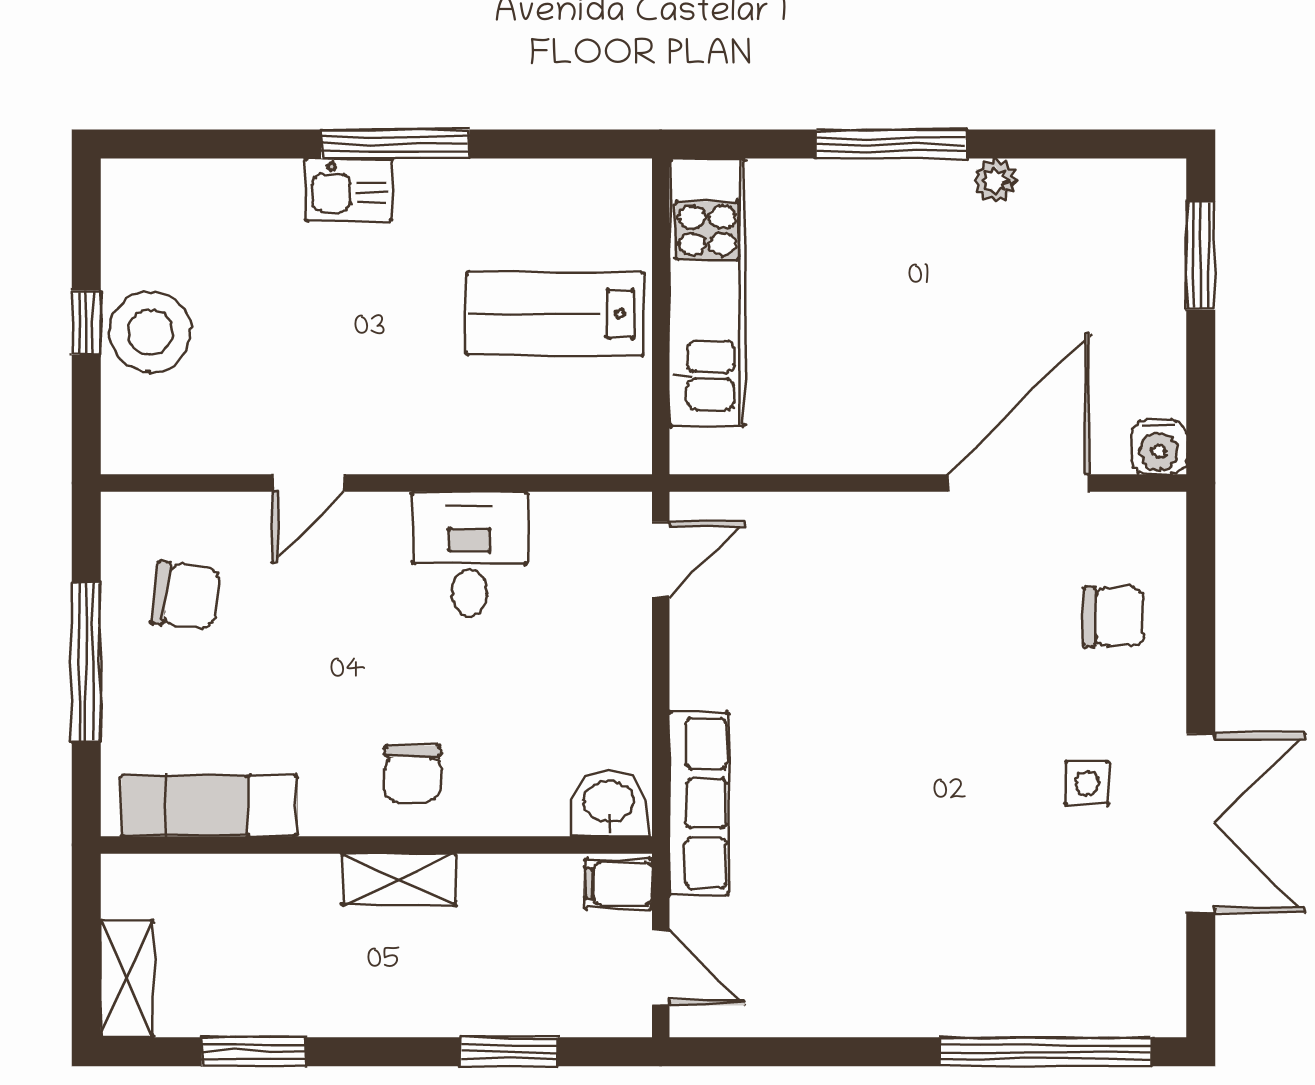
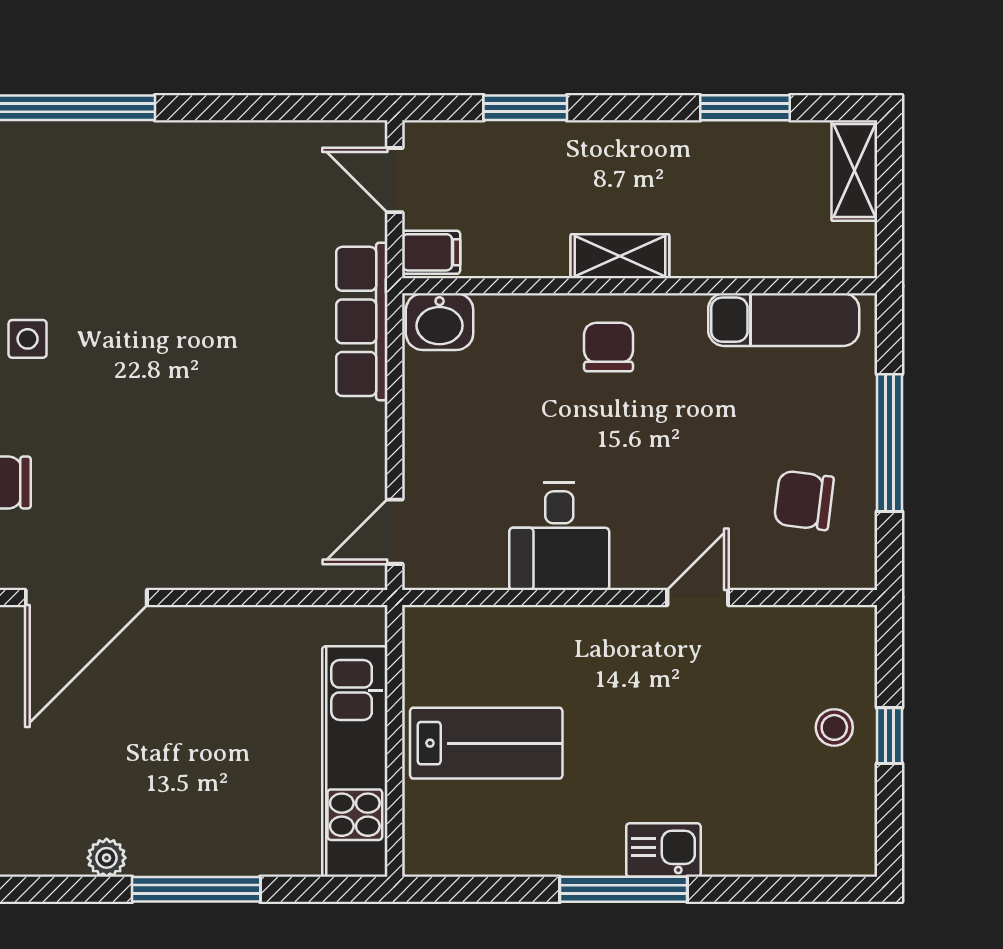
stool: (150, 332) -> (834, 727), width x0.53, depth x0.53

